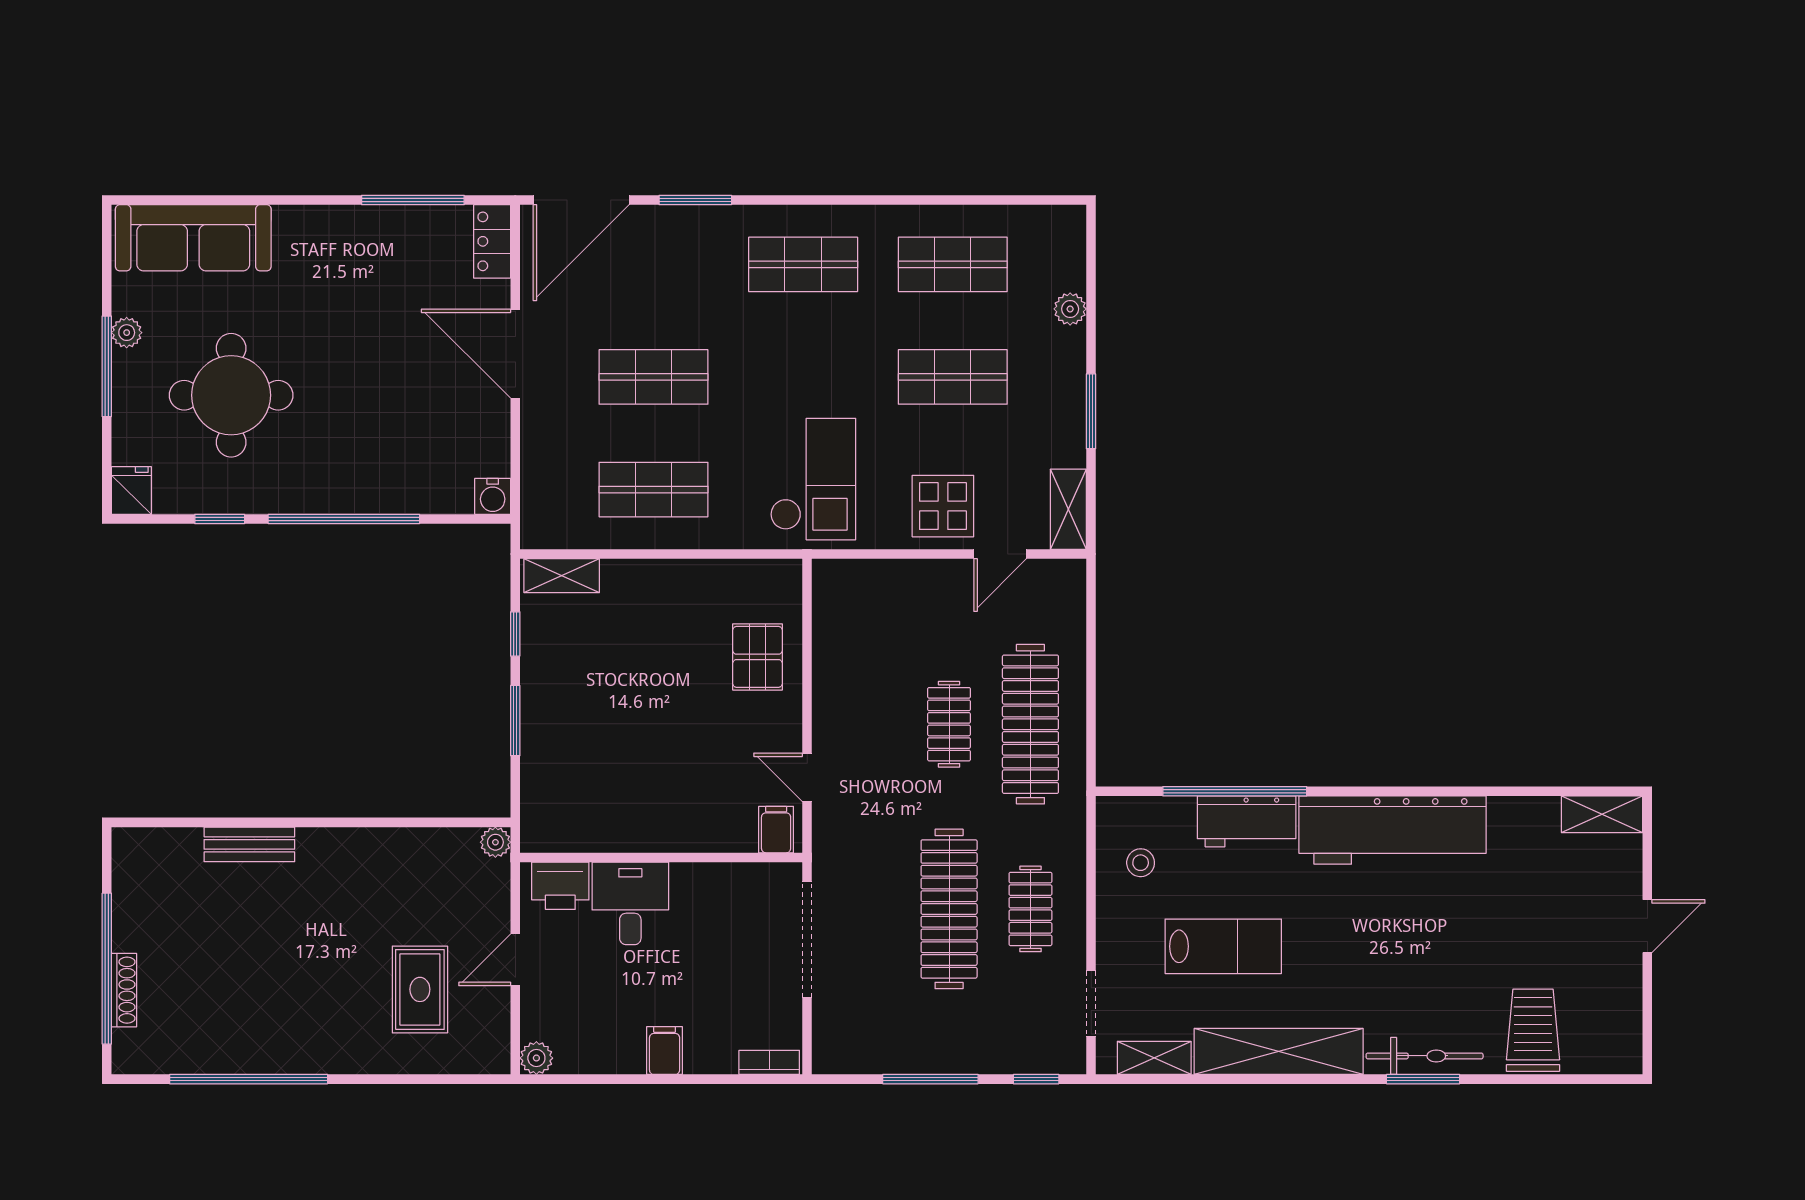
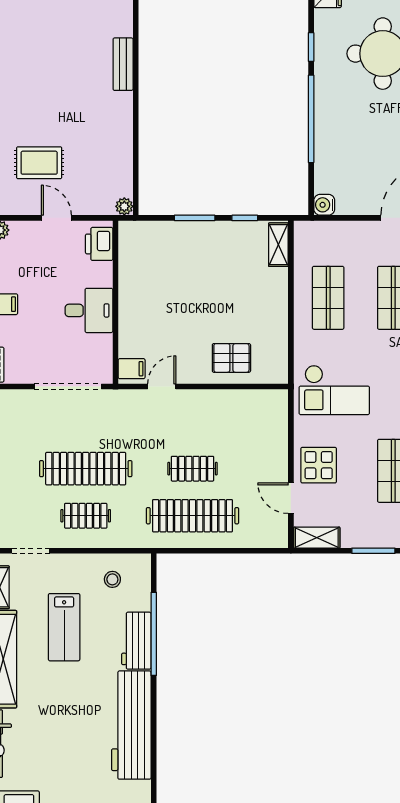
desk: (630, 903) -> (89, 310), moved

